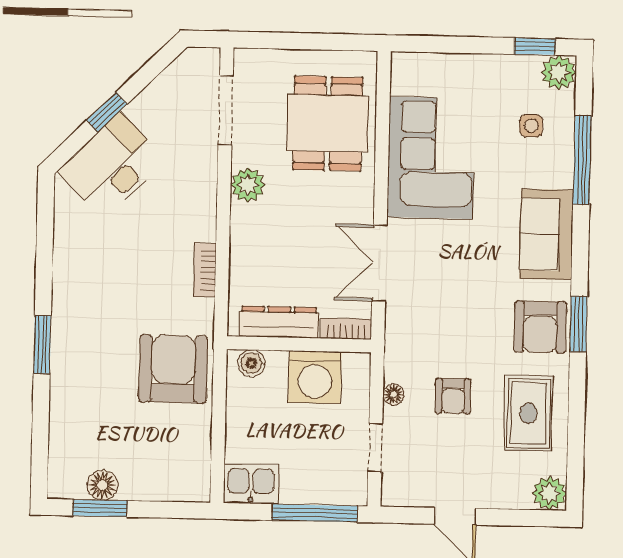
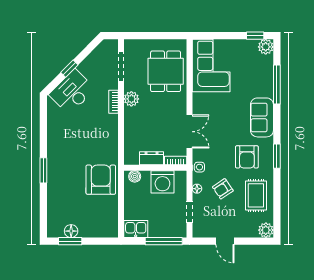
side table: (531, 126) -> (199, 167), moved
corner sofa: (431, 158) -> (211, 65), moved
double door: (379, 263) -> (189, 132), swing flipped
bookcase: (205, 270) -> (114, 102), moved
dresser: (279, 322) -> (152, 158), width x0.70
armchair: (540, 327) -> (247, 157), moved
armchair: (453, 396) -> (223, 189), turned 56

